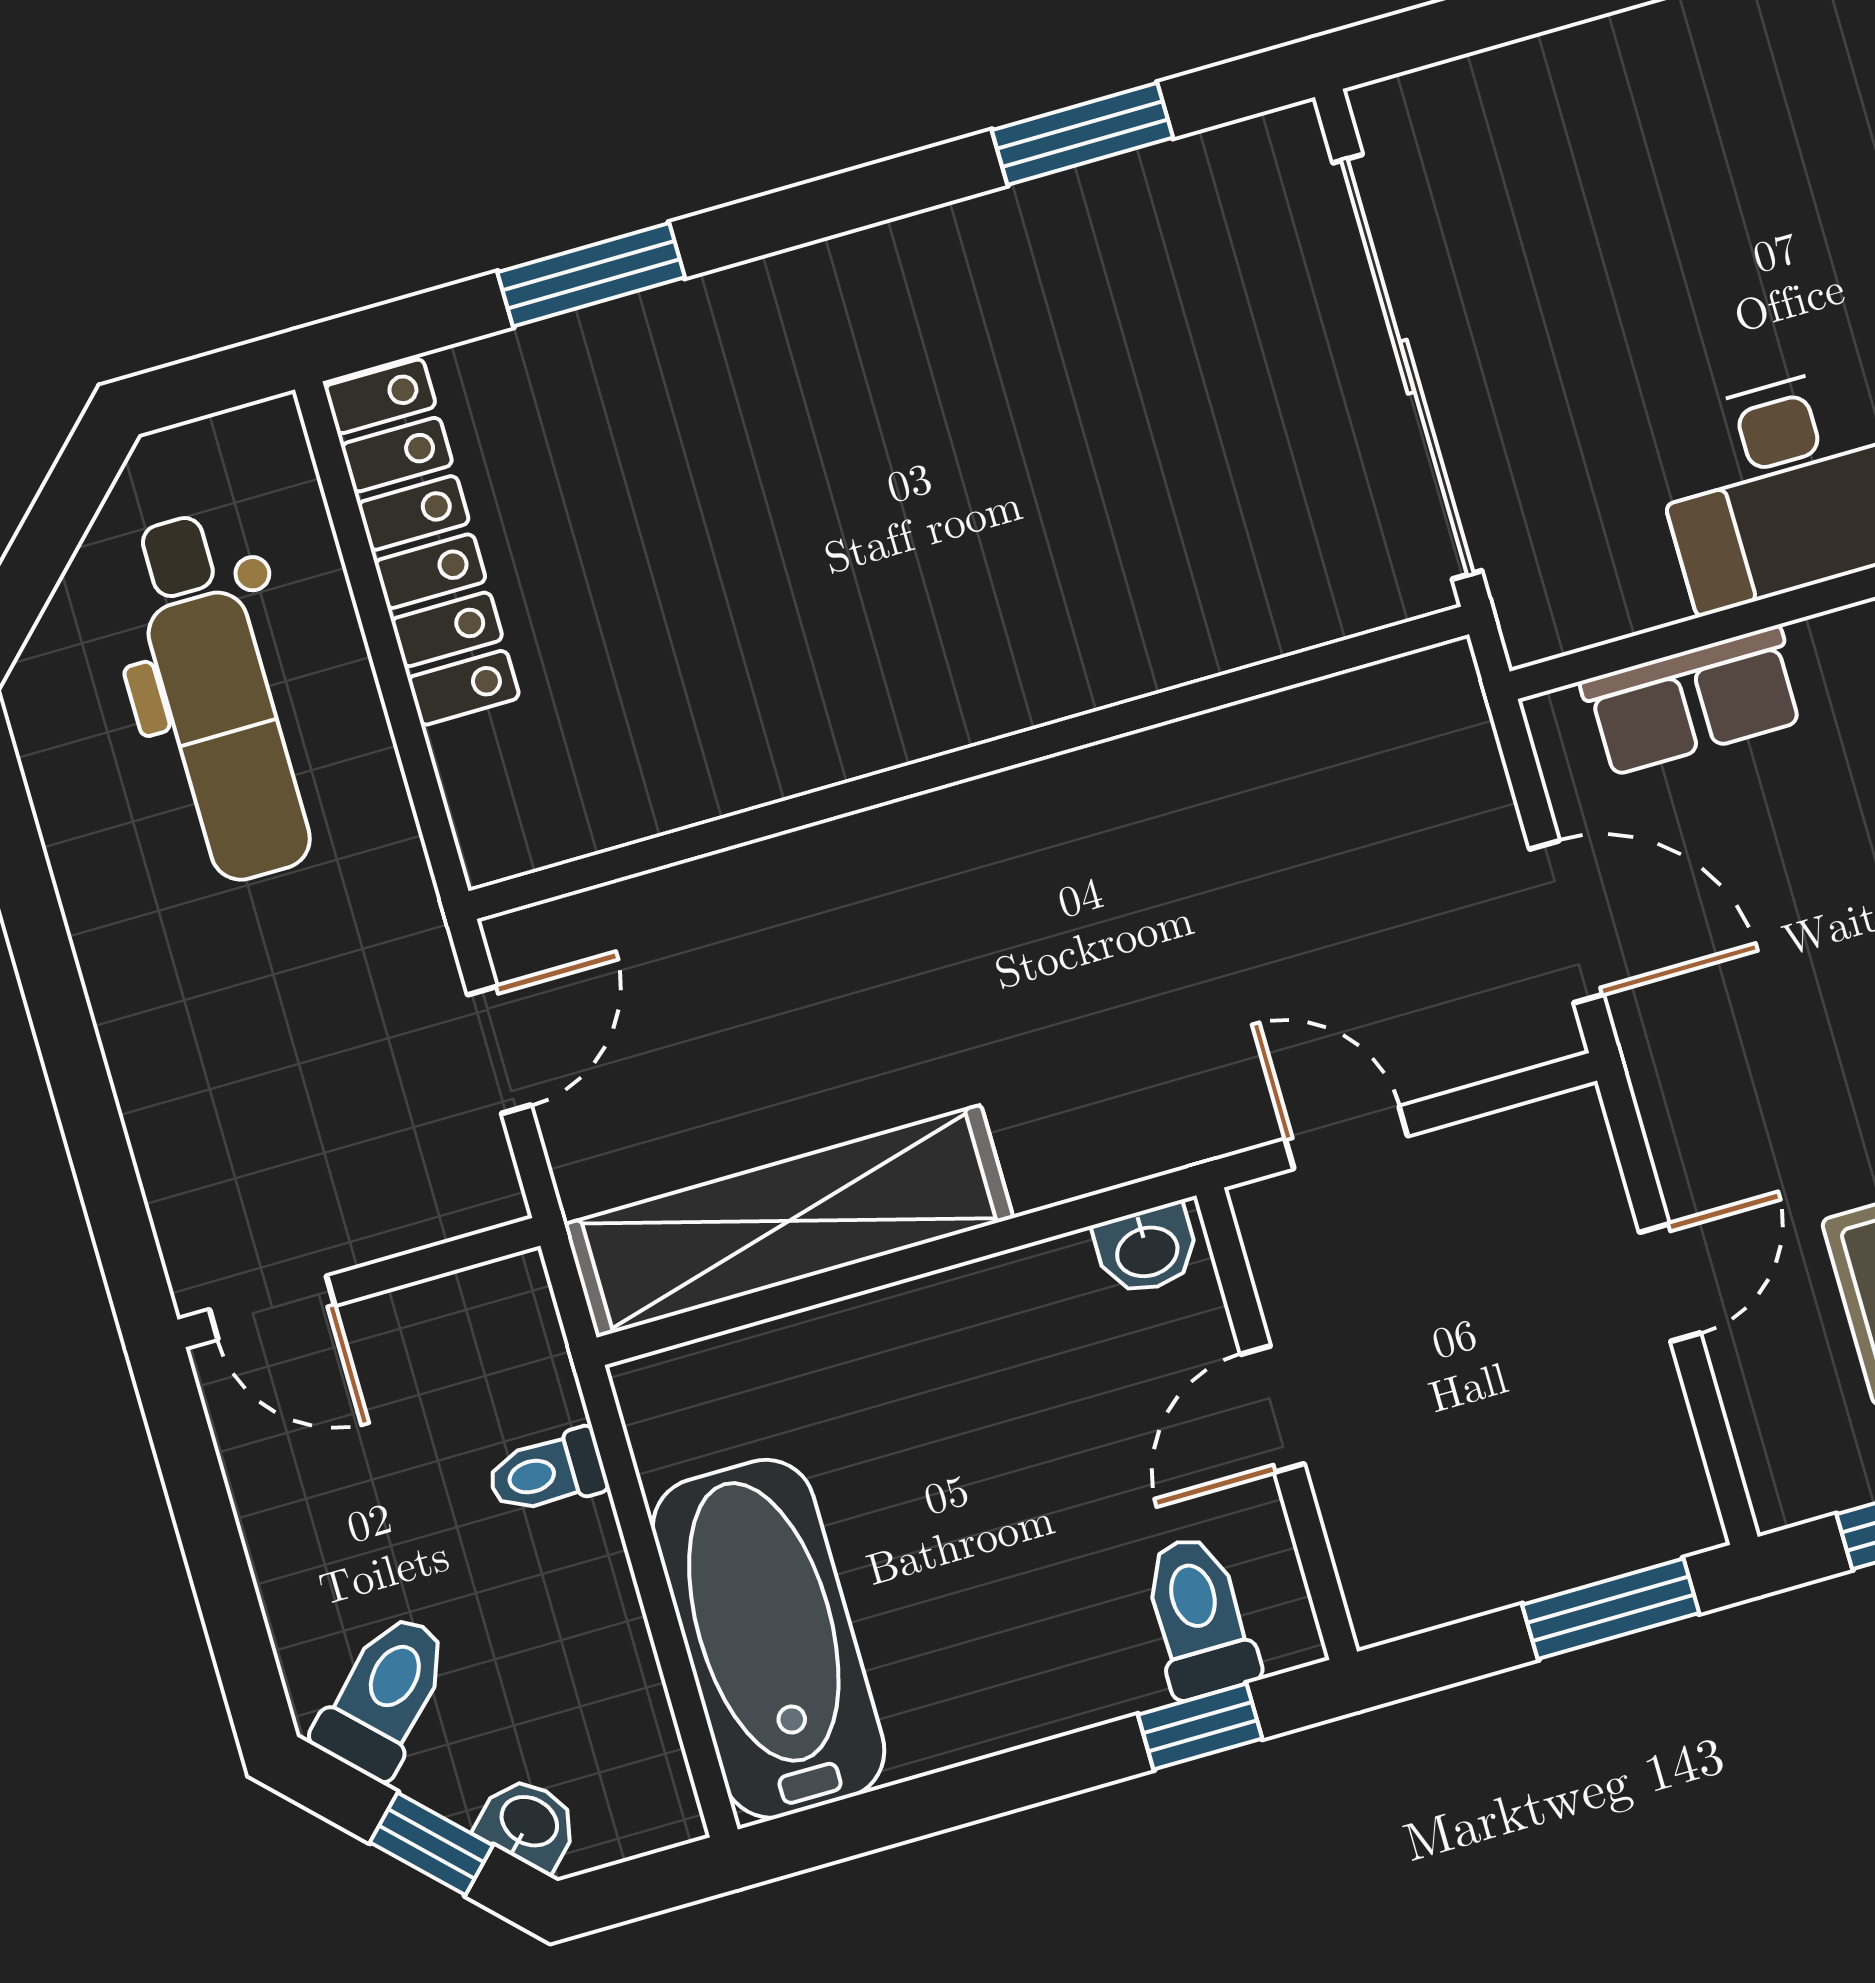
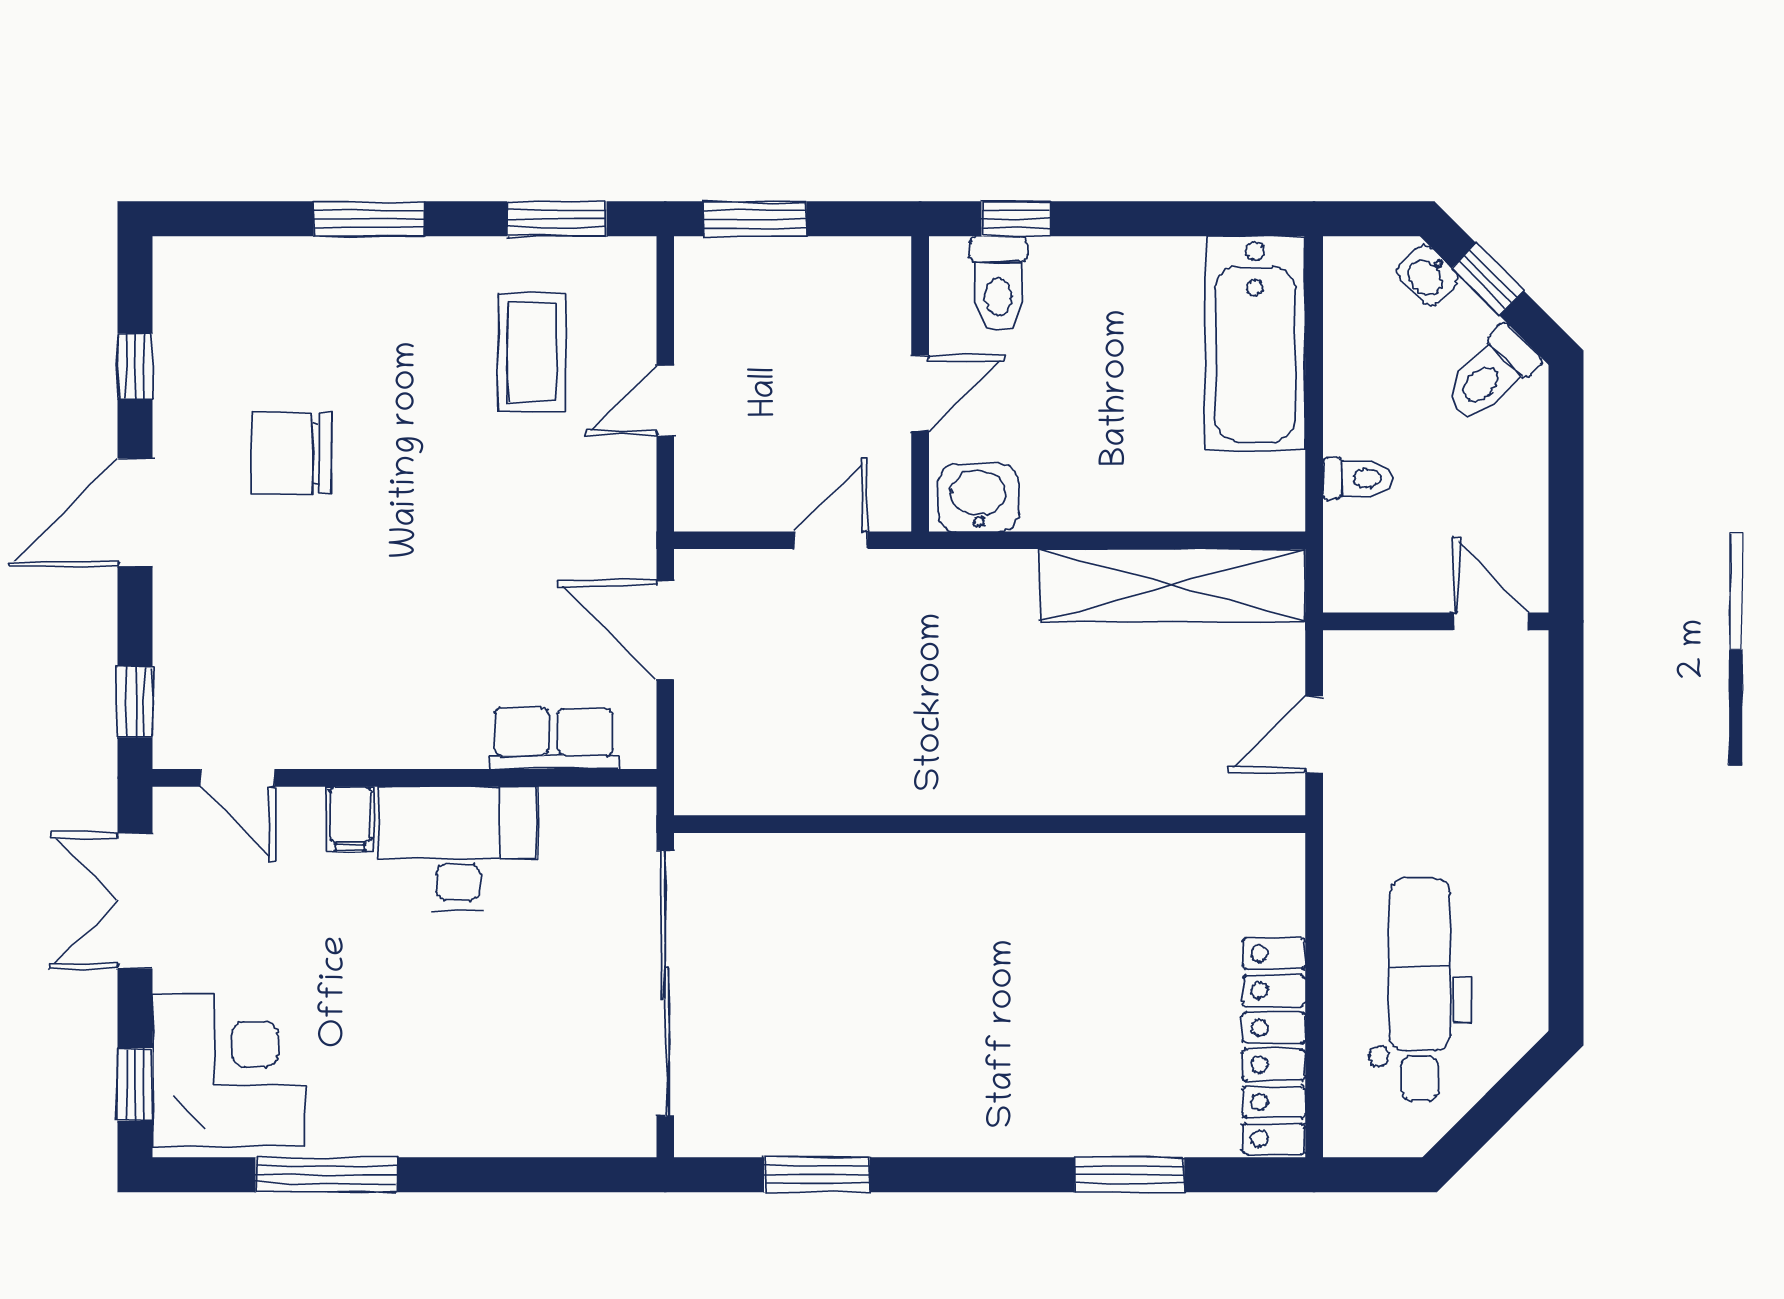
door: (1346, 1138) -> (831, 540), swing flipped
washbasin: (1147, 1250) -> (978, 498), width x1.38, depth x1.45

